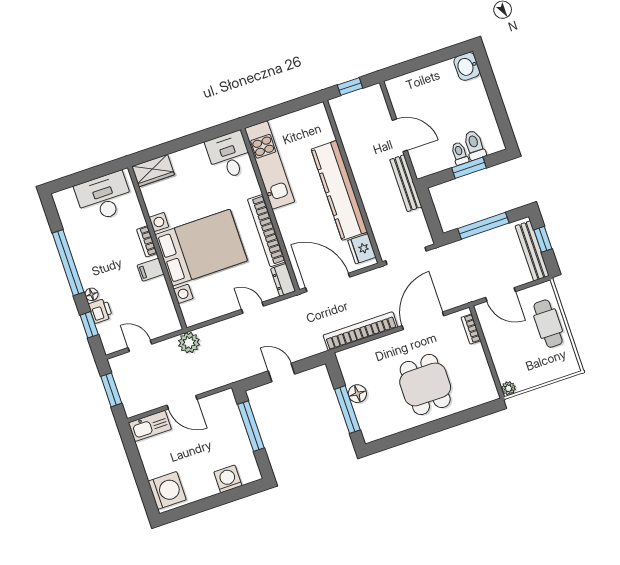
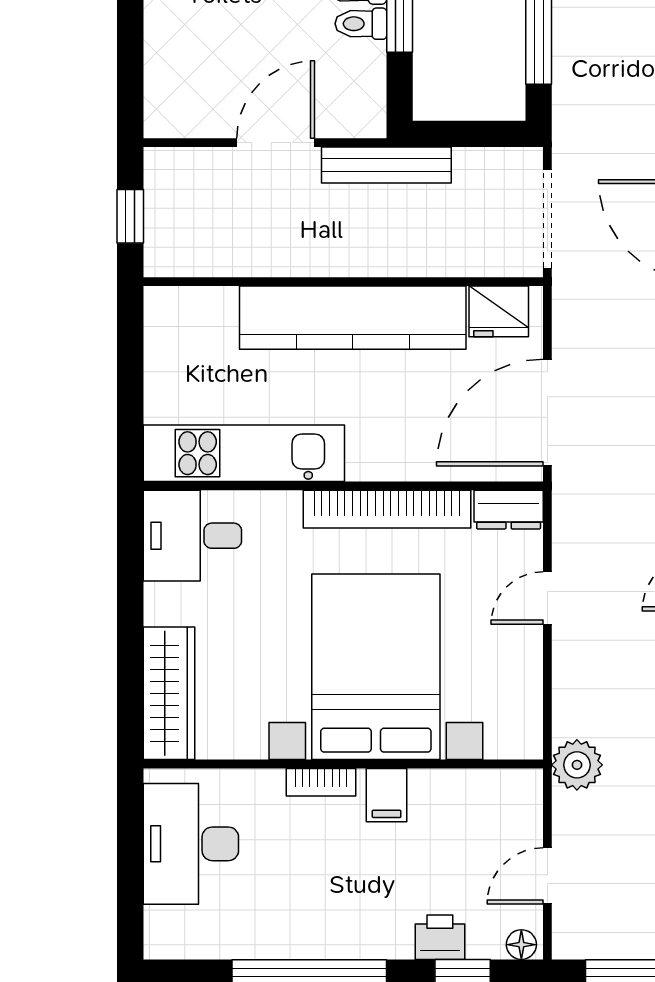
wardrobe: (153, 171) -> (169, 693), width x1.50
floor lamp: (92, 294) -> (521, 945), moved

